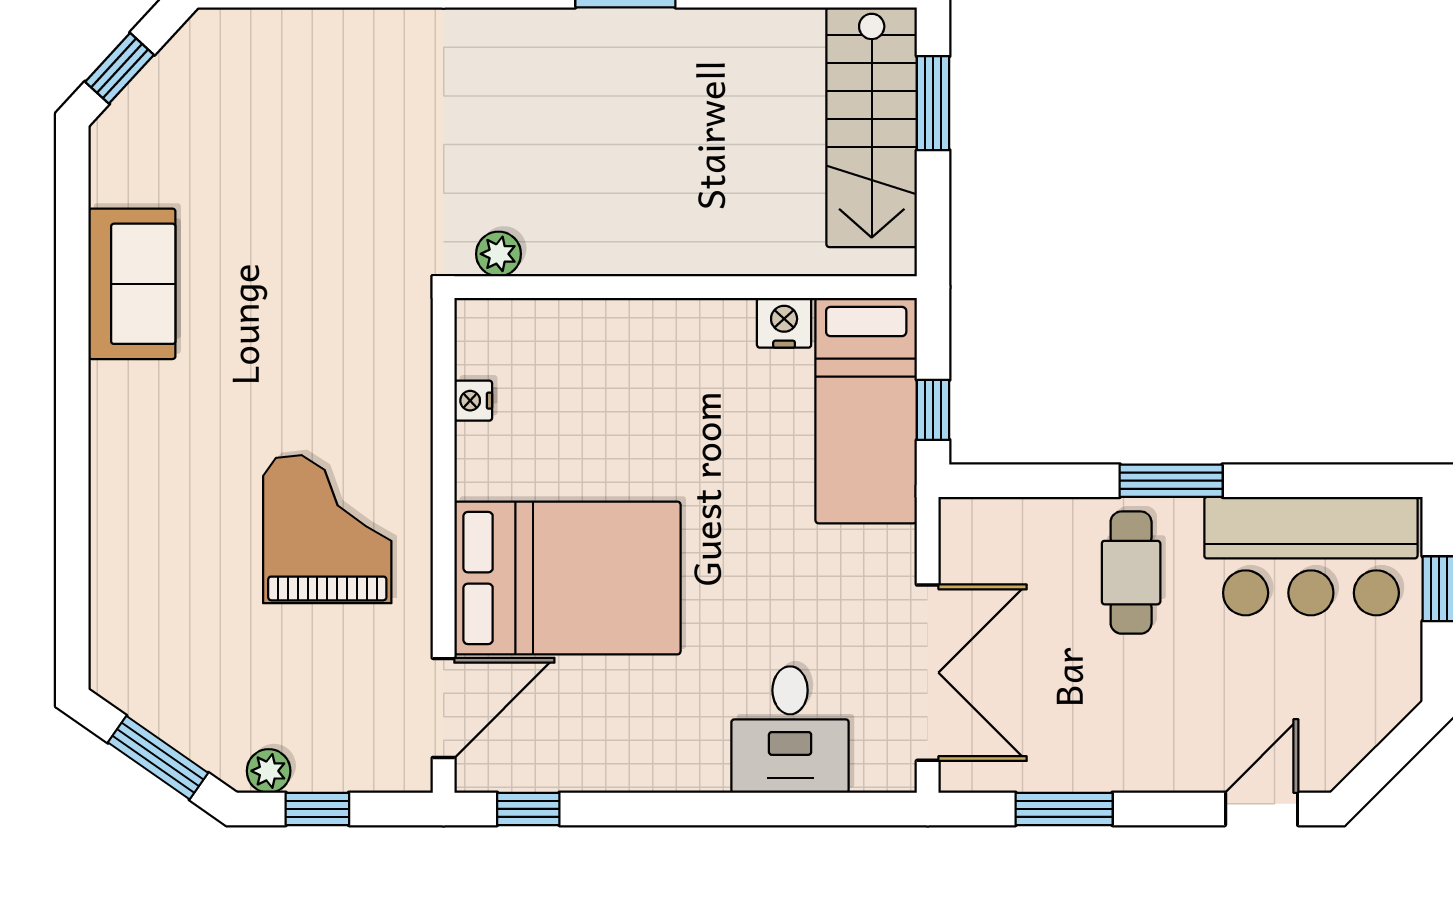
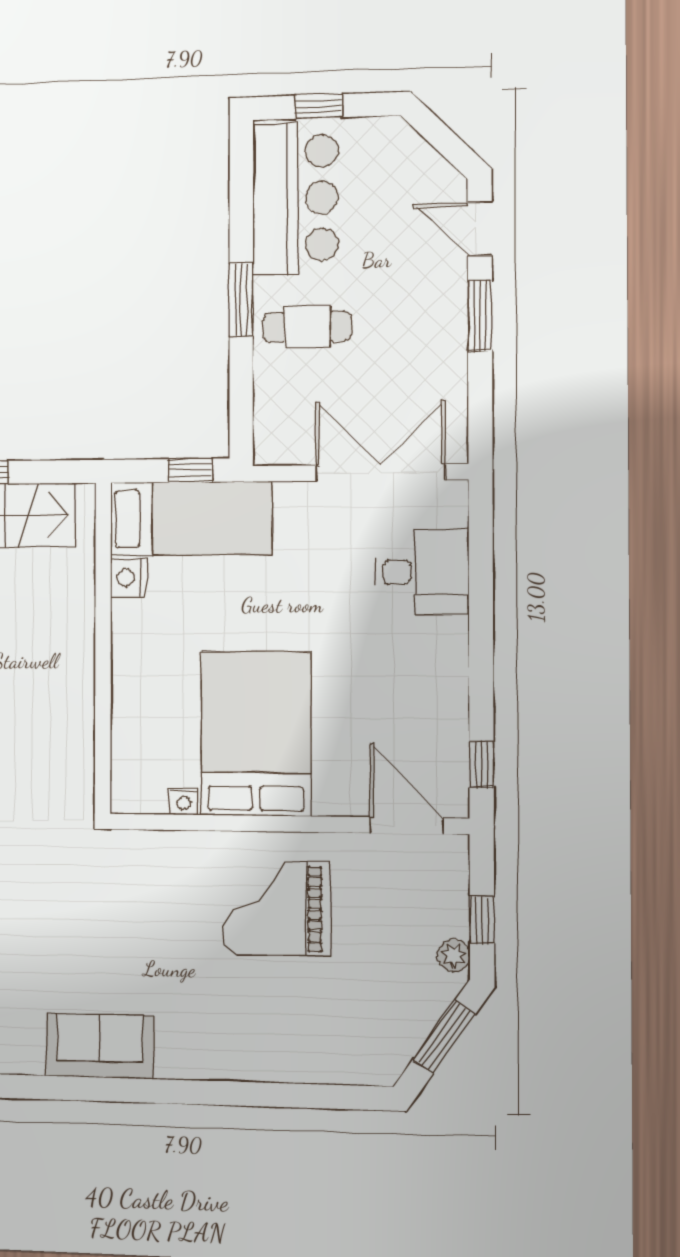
plant: (499, 254) -> (79, 782), removed
bed: (567, 578) -> (256, 734), moved
window: (1064, 809) -> (480, 316), moved

